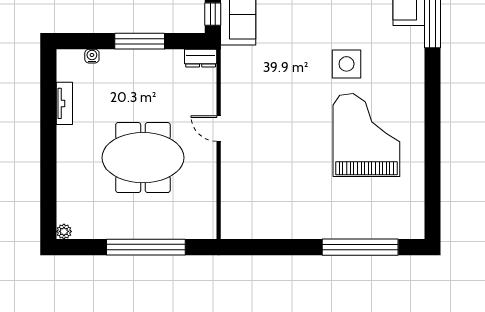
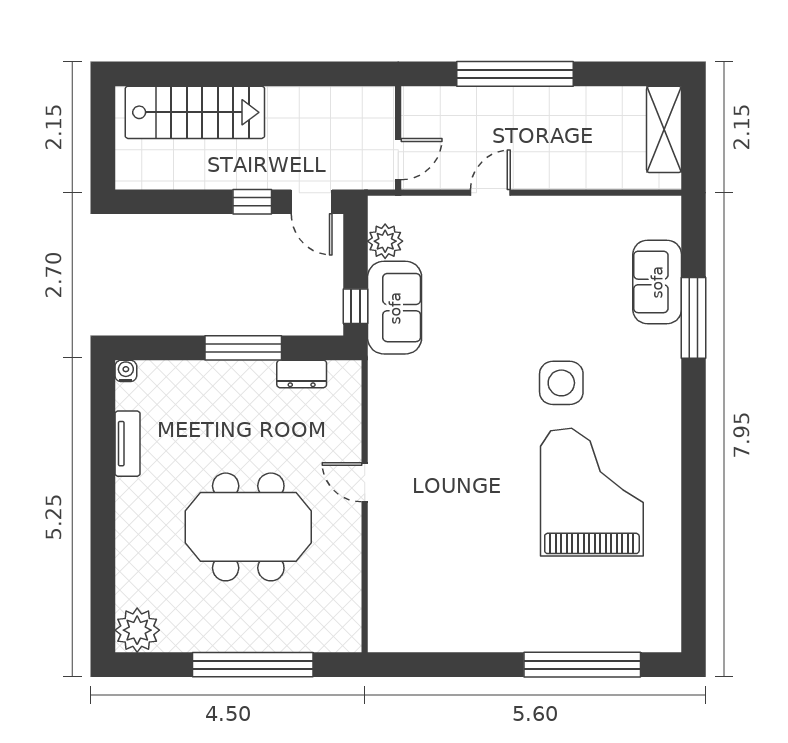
water cooler: (92, 56) -> (126, 371), moved
dresser: (201, 58) -> (302, 374), moved
plant: (64, 231) -> (137, 630), width x1.87, depth x1.87

